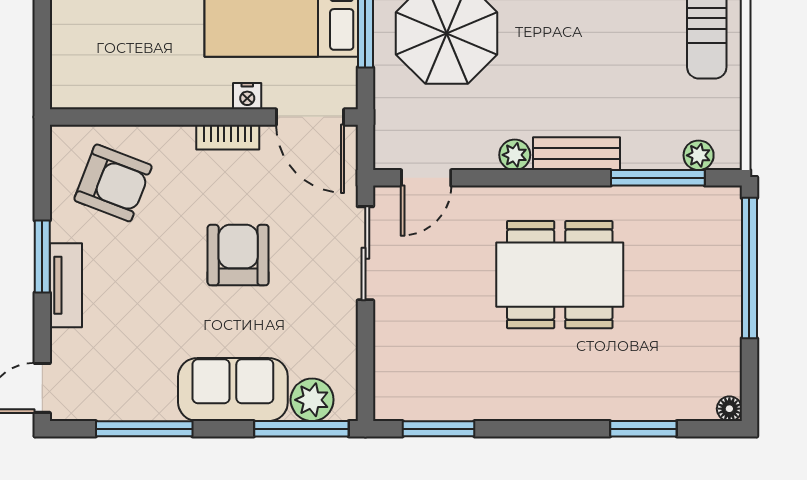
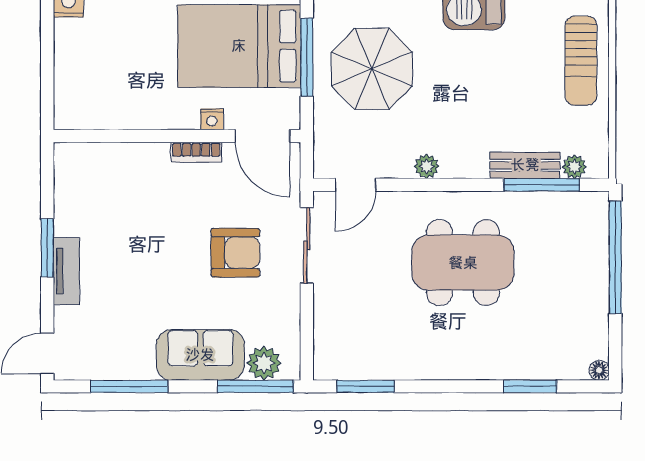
bench: (577, 154) -> (525, 165), moved
armchair: (113, 183) -> (104, 189), removed
armchair: (238, 255) -> (236, 253), moved, turned 90

